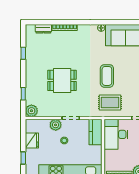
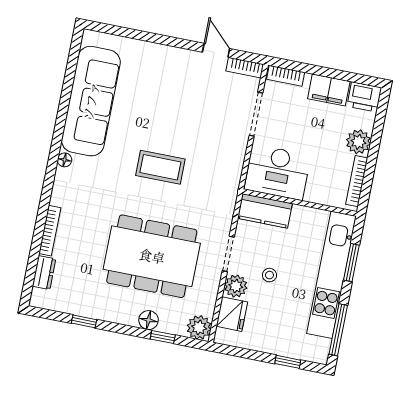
dining table: (62, 80) -> (152, 256), width x1.88, depth x1.24
floor lamp: (30, 85) -> (149, 320), added
rug: (110, 103) -> (213, 171), removed
fridge: (32, 140) -> (232, 314), moved, turned 90

